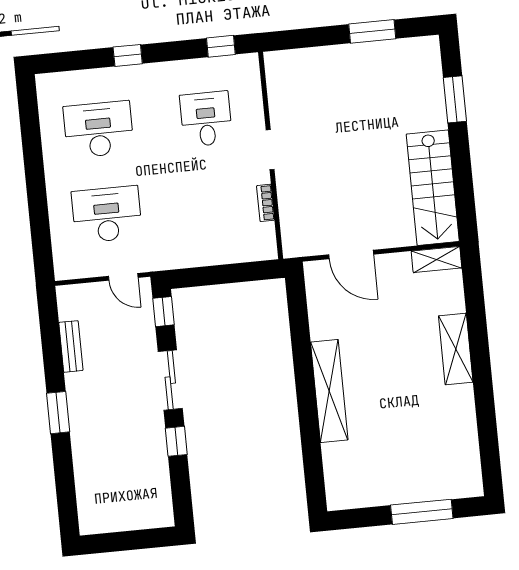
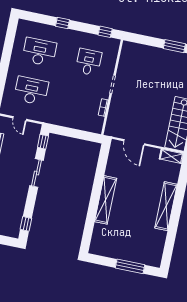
door: (123, 277) -> (20, 119), moved
shelving: (456, 349) -> (166, 206), width x1.47
window: (176, 441) -> (26, 224), moved

